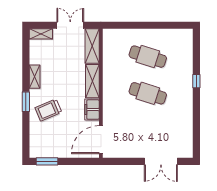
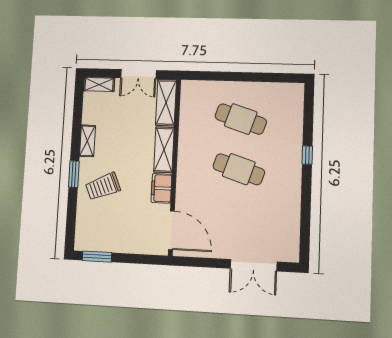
double door: (70, 25) -> (138, 74), swing flipped
door: (101, 140) -> (171, 230), swing flipped

